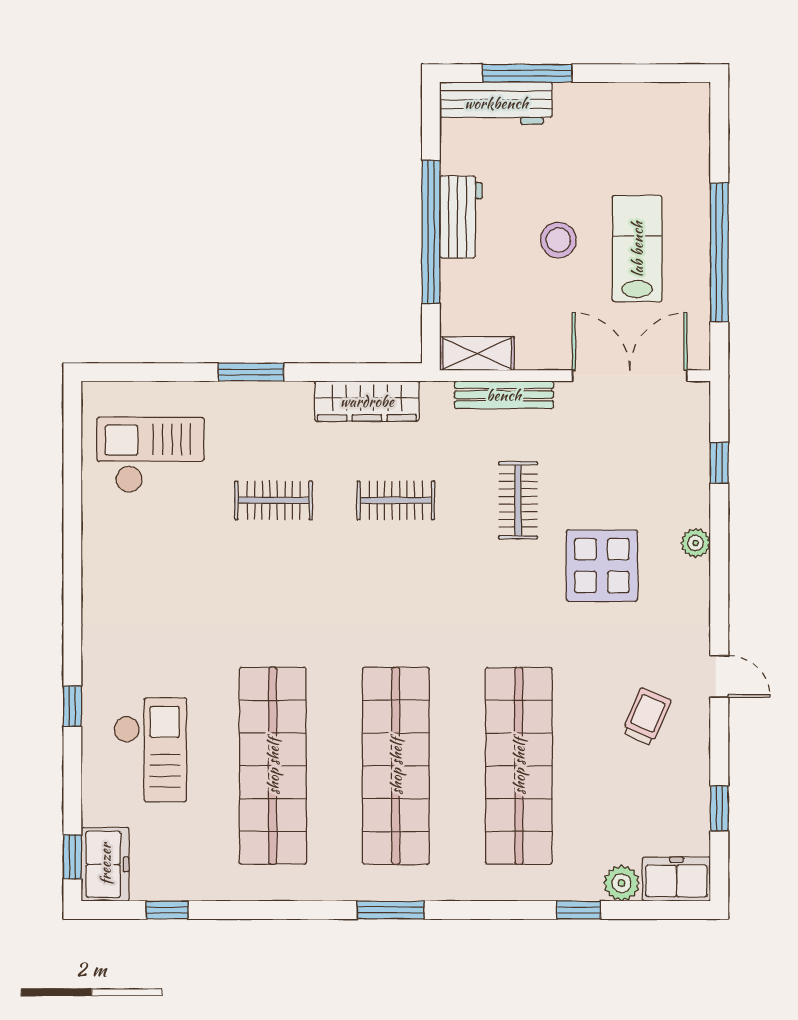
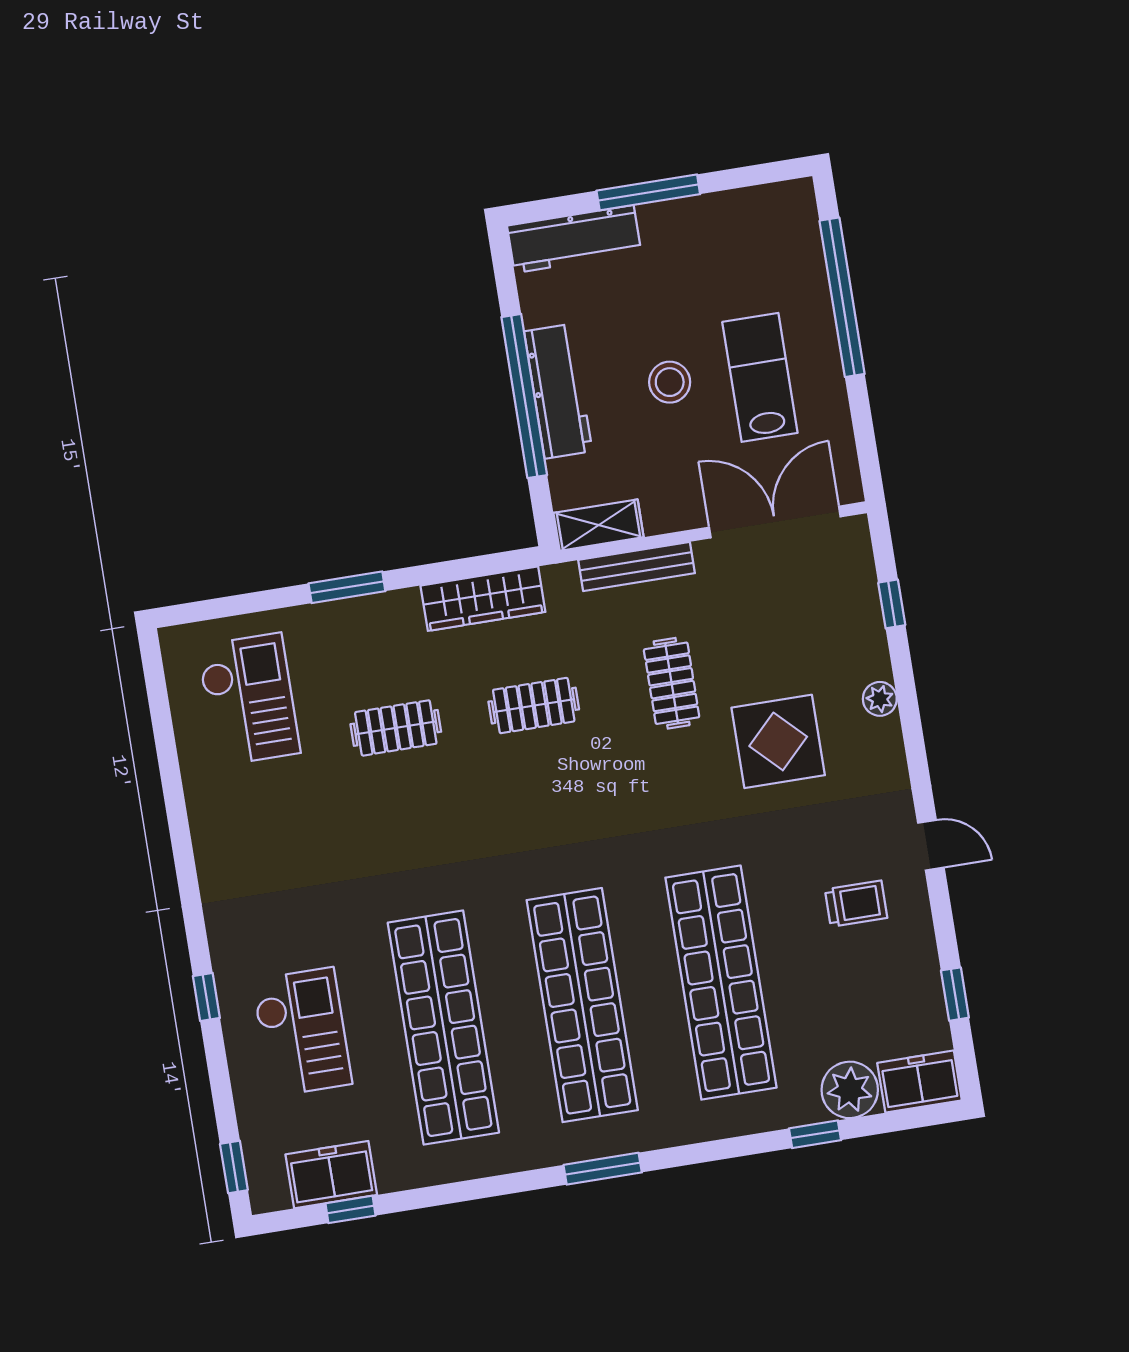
window: (527, 73) -> (648, 192), moved
workbench: (461, 217) -> (558, 391), width x1.38
window: (719, 252) -> (842, 297), moved
checkout: (150, 455) -> (249, 699), turned 90
trolley: (647, 717) -> (856, 904), turned 67
freezer: (105, 864) -> (331, 1175), moved, turned -90
plant: (622, 883) -> (850, 1090), width x1.36, depth x1.36

